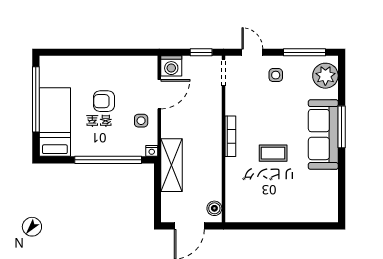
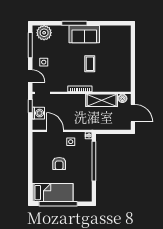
door: (252, 52) -> (30, 76), swing flipped
washing machine: (171, 66) -> (38, 113), moved
bed: (55, 122) -> (53, 193), moved, turned 180
sofa: (323, 135) -> (84, 34), width x0.73
shelving: (172, 165) -> (102, 100), moved

